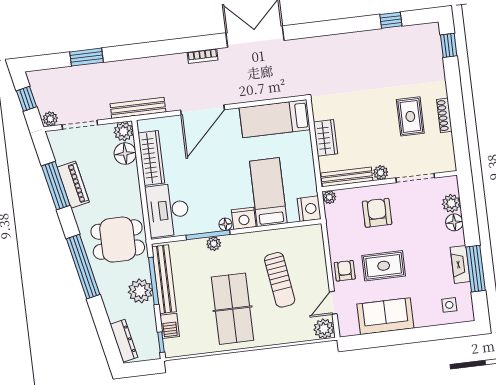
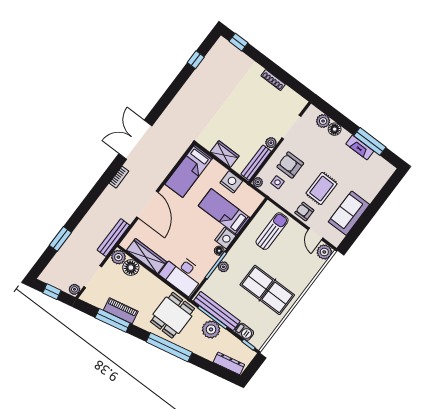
rug: (410, 116) -> (256, 98), removed
nightstand: (309, 209) -> (231, 182), moved
sun lounger: (280, 280) -> (272, 231), moved, turned -82
side table: (449, 305) -> (277, 182), moved

